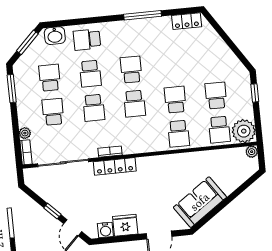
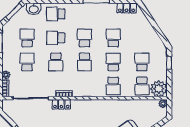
school desk: (172, 65) -> (113, 38), added
school desk: (90, 74) -> (56, 38), turned 90
locker: (115, 166) -> (61, 104), width x0.66

